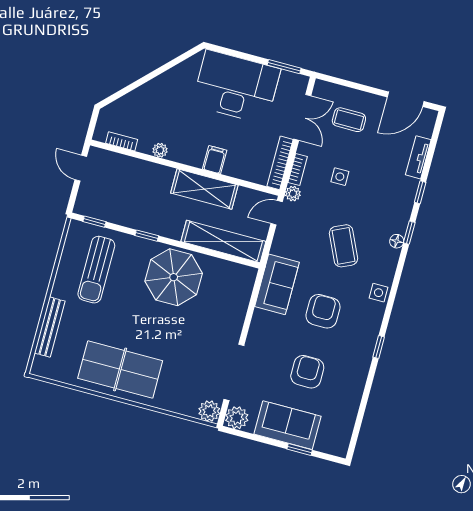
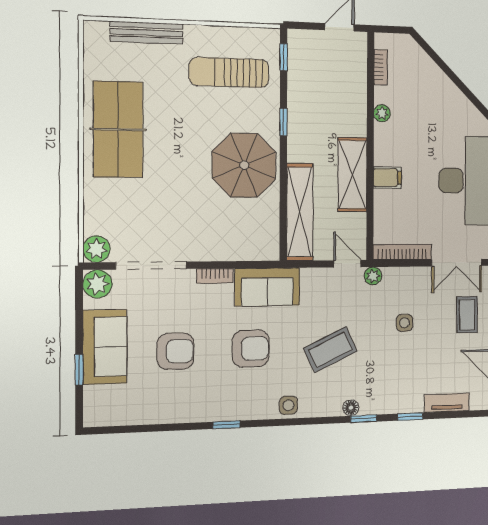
bookcase: (298, 170) -> (215, 276), moved

